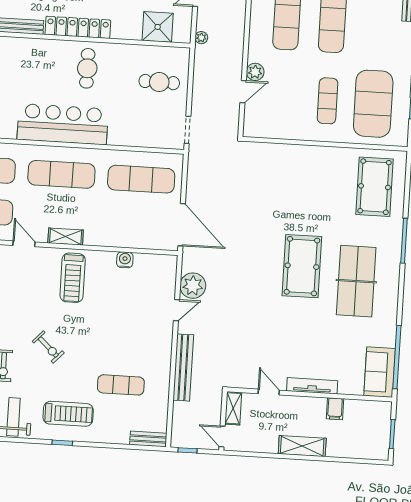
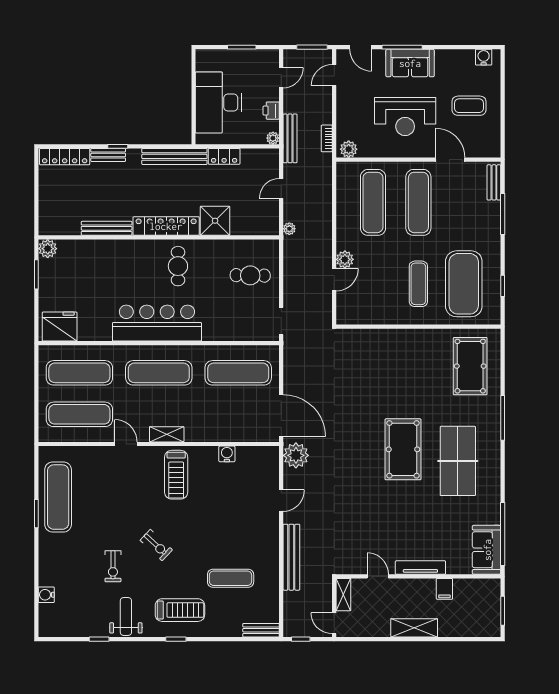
shower: (158, 27) -> (215, 221), moved
plant: (193, 286) -> (296, 455), moved

